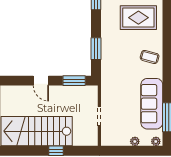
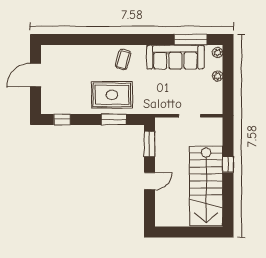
rug: (138, 18) -> (112, 95), moved, turned 90

